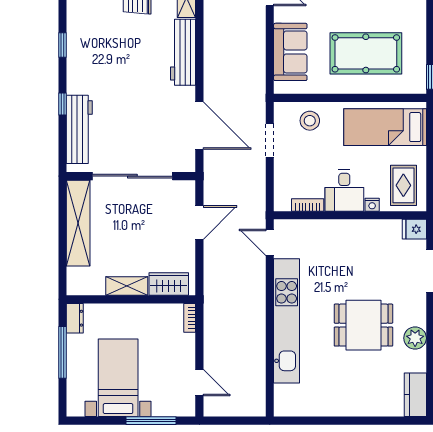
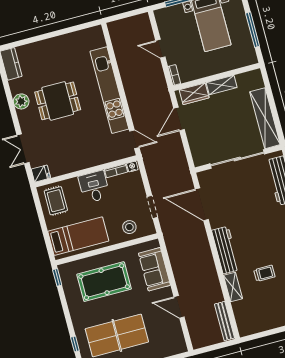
nightstand: (372, 205) -> (132, 167), moved
door: (199, 222) -> (179, 119), moved
dresser: (75, 318) -> (250, 55), removed
door: (199, 383) -> (160, 49), moved

